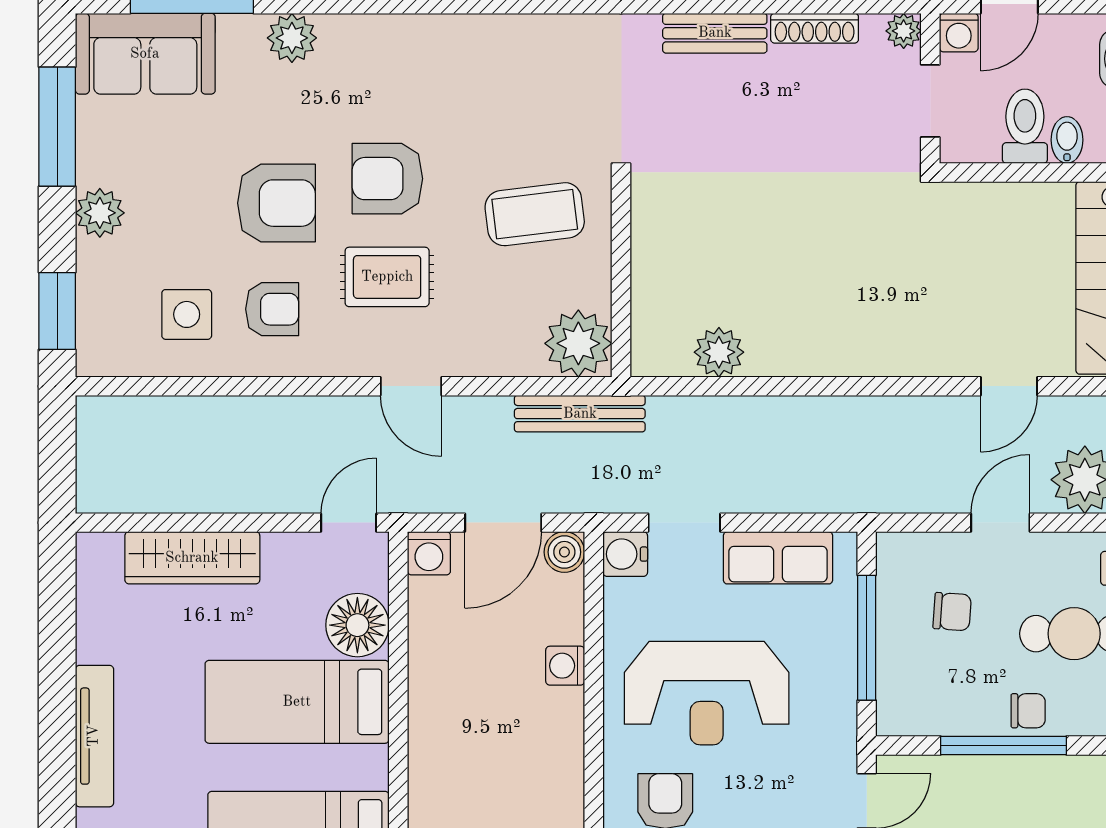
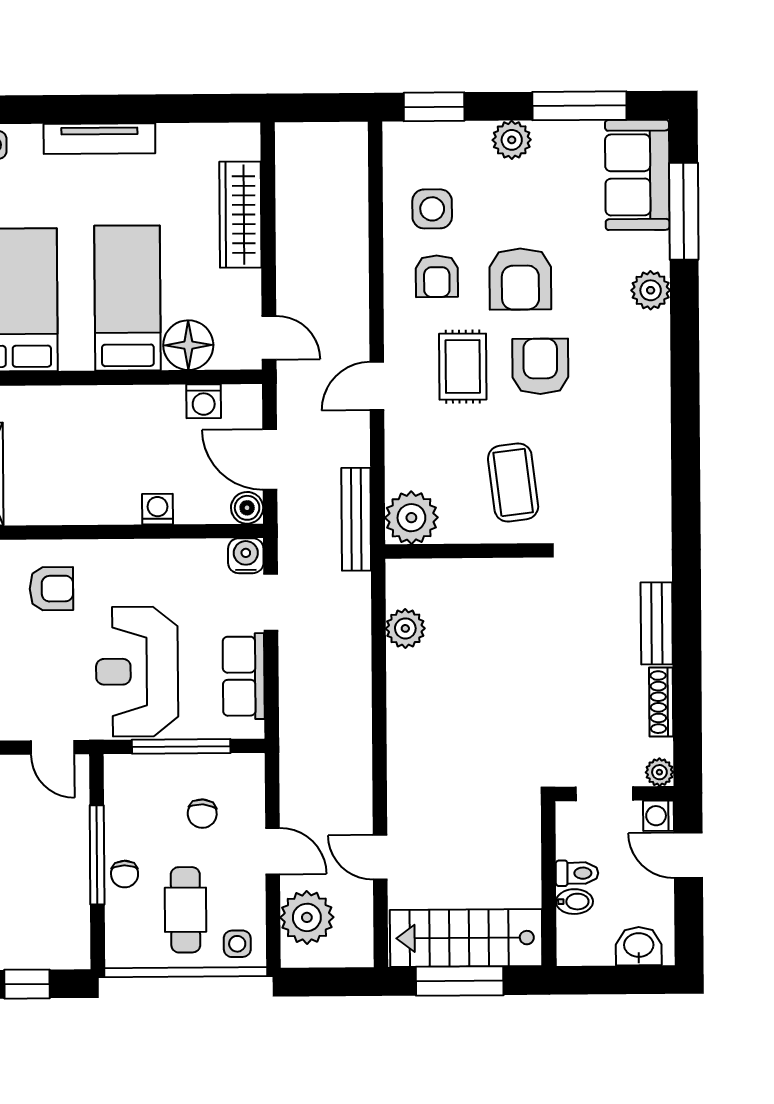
toilet: (1025, 126) -> (577, 873), width x0.73, depth x0.72
washing machine: (429, 553) -> (204, 401), moved, turned -90
reception desk: (707, 693) -> (137, 672), moved

